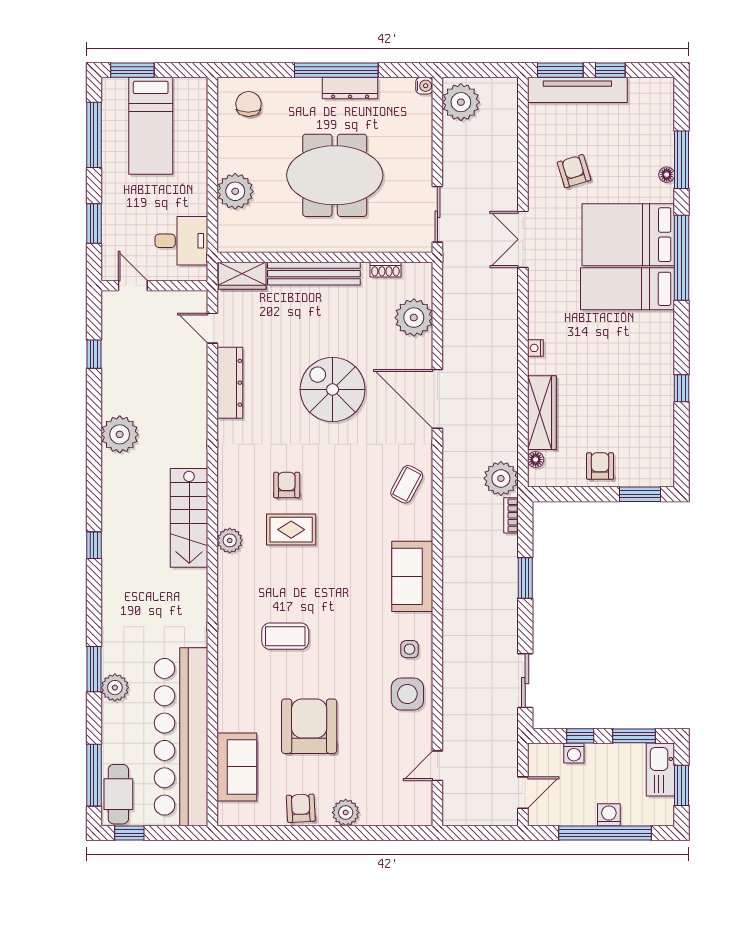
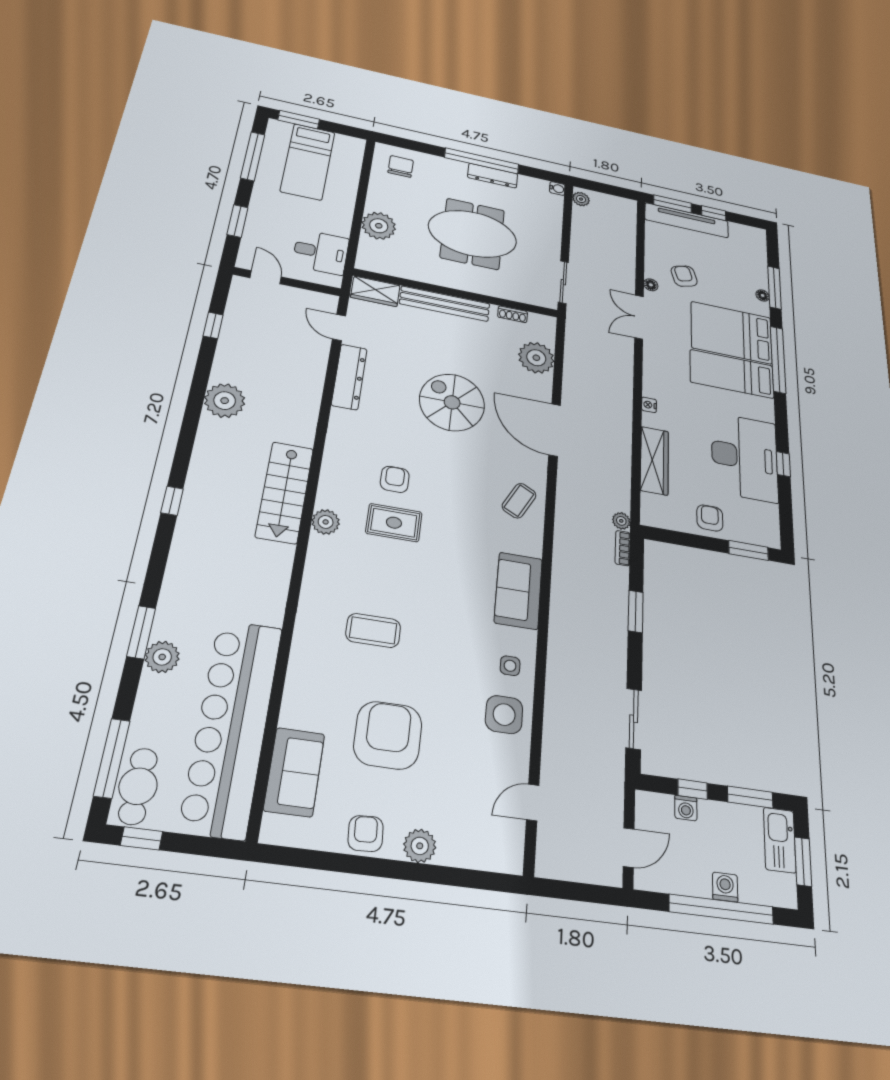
plant: (461, 102) -> (581, 199), width x0.53, depth x0.53
desk: (639, 389) -> (745, 457), added
floor lamp: (536, 460) -> (651, 285), moved
plant: (501, 478) -> (621, 521), width x0.53, depth x0.53

